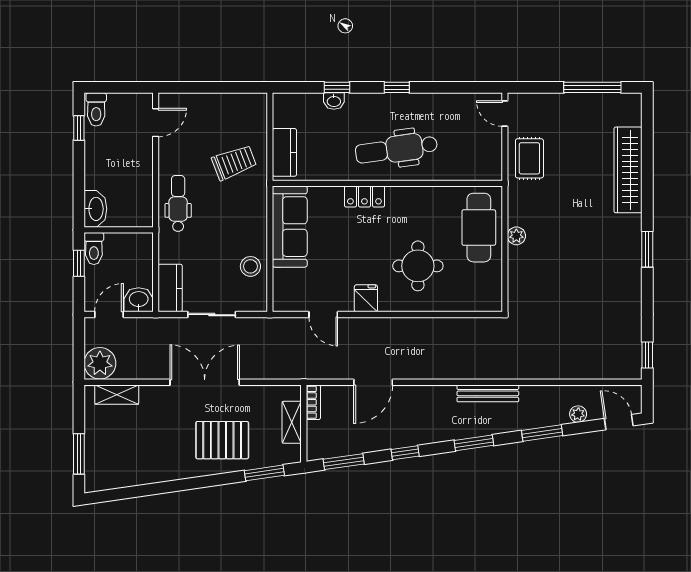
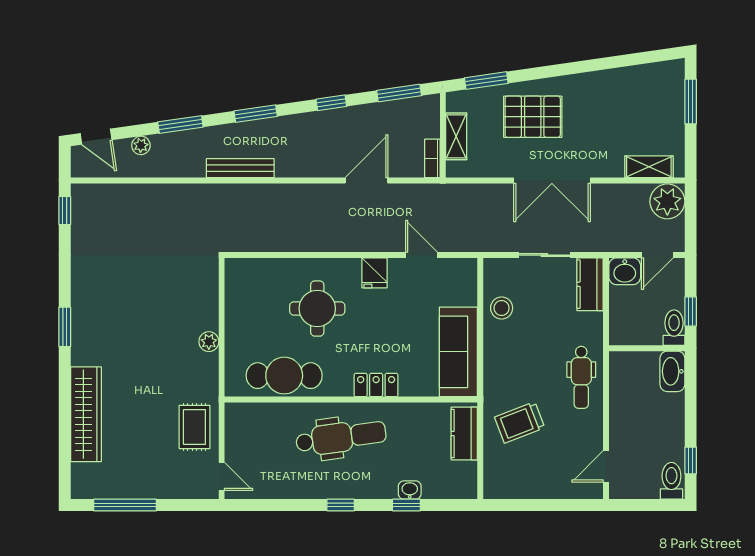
cafe table: (479, 228) -> (284, 376), moved, turned 90

